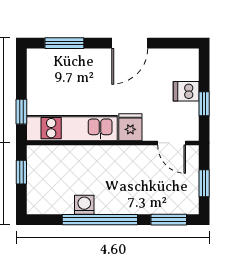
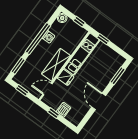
shelving: (121, 158) -> (56, 65), added
boiler: (36, 205) -> (62, 18), added

